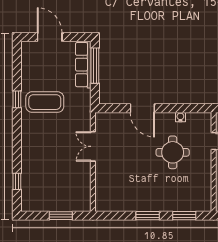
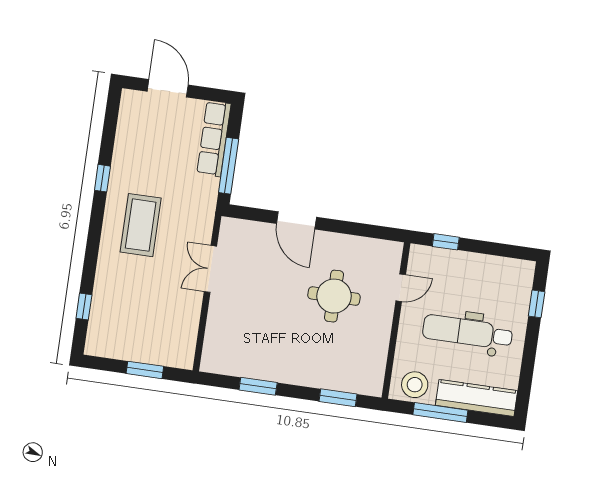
window: (95, 66) -> (229, 166), moved
coffee table: (45, 102) -> (141, 225), moved, turned 90
water cooler: (180, 117) -> (354, 243), removed
window: (148, 216) -> (258, 386), moved

